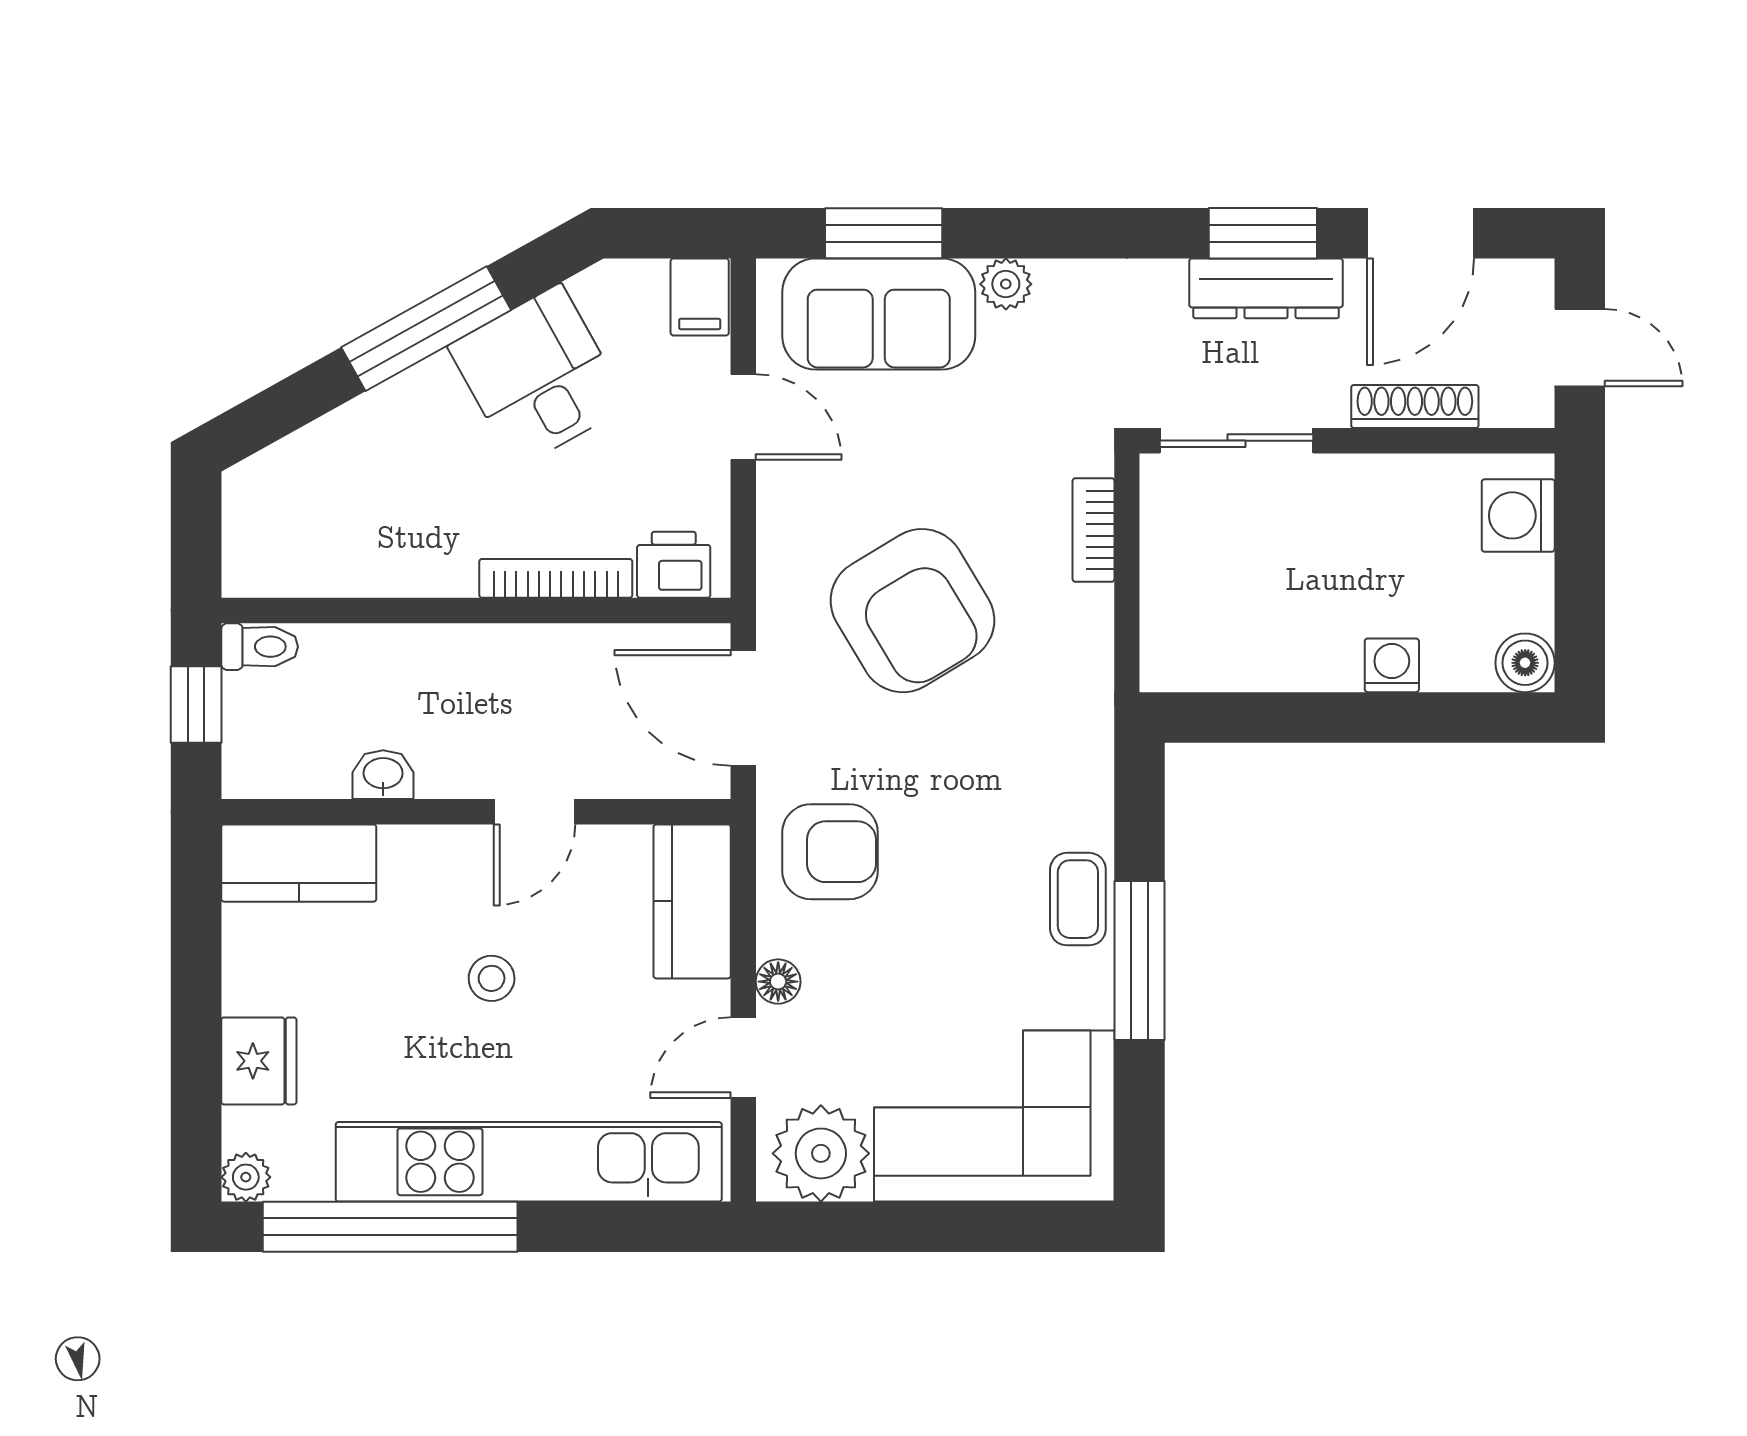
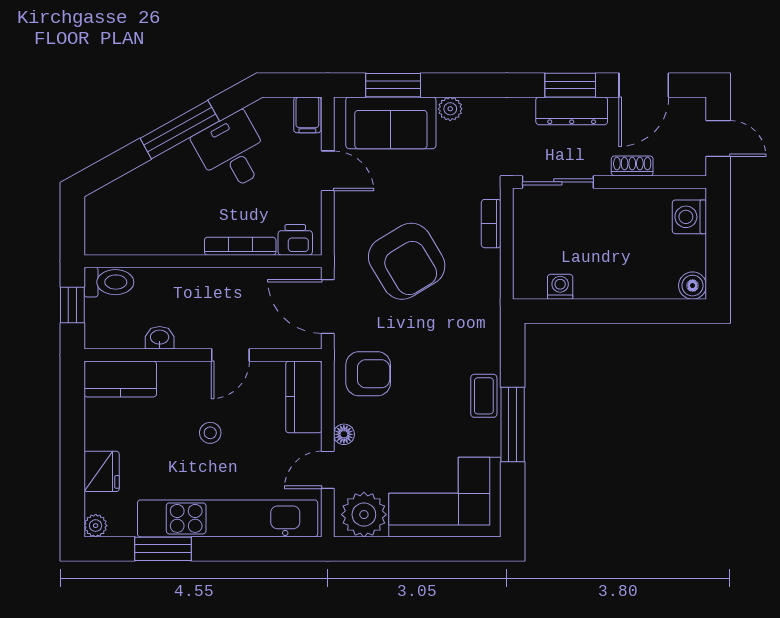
shoe rack: (1415, 406) -> (632, 166), width x0.70
toilet: (260, 647) -> (109, 282), width x1.37, depth x1.39
washing machine: (1392, 665) -> (560, 287), moved
window: (390, 1227) -> (163, 549), width x0.47

